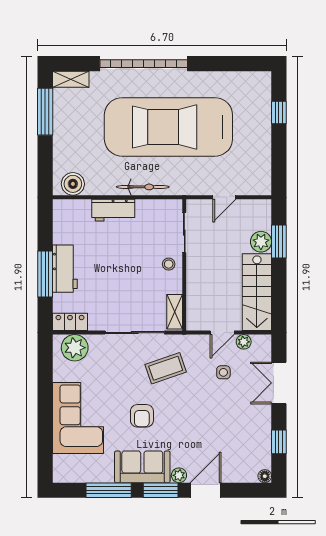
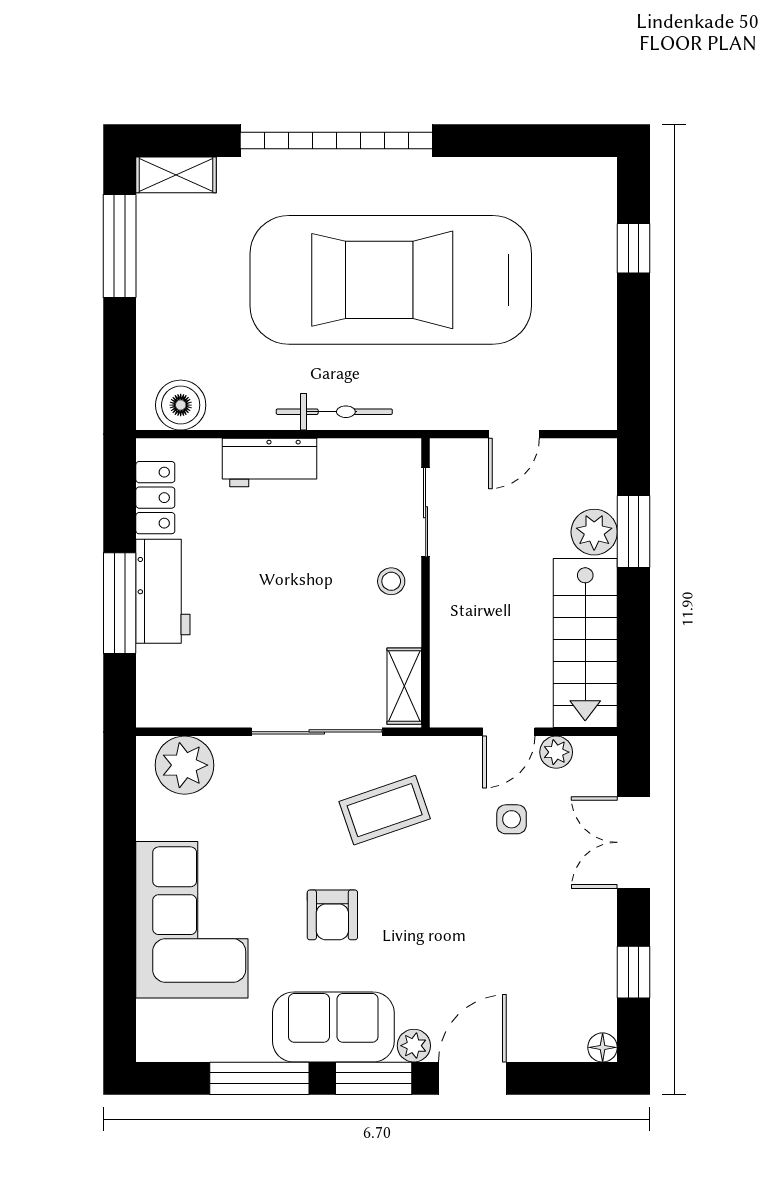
locker: (70, 322) -> (155, 498), moved, turned 90

